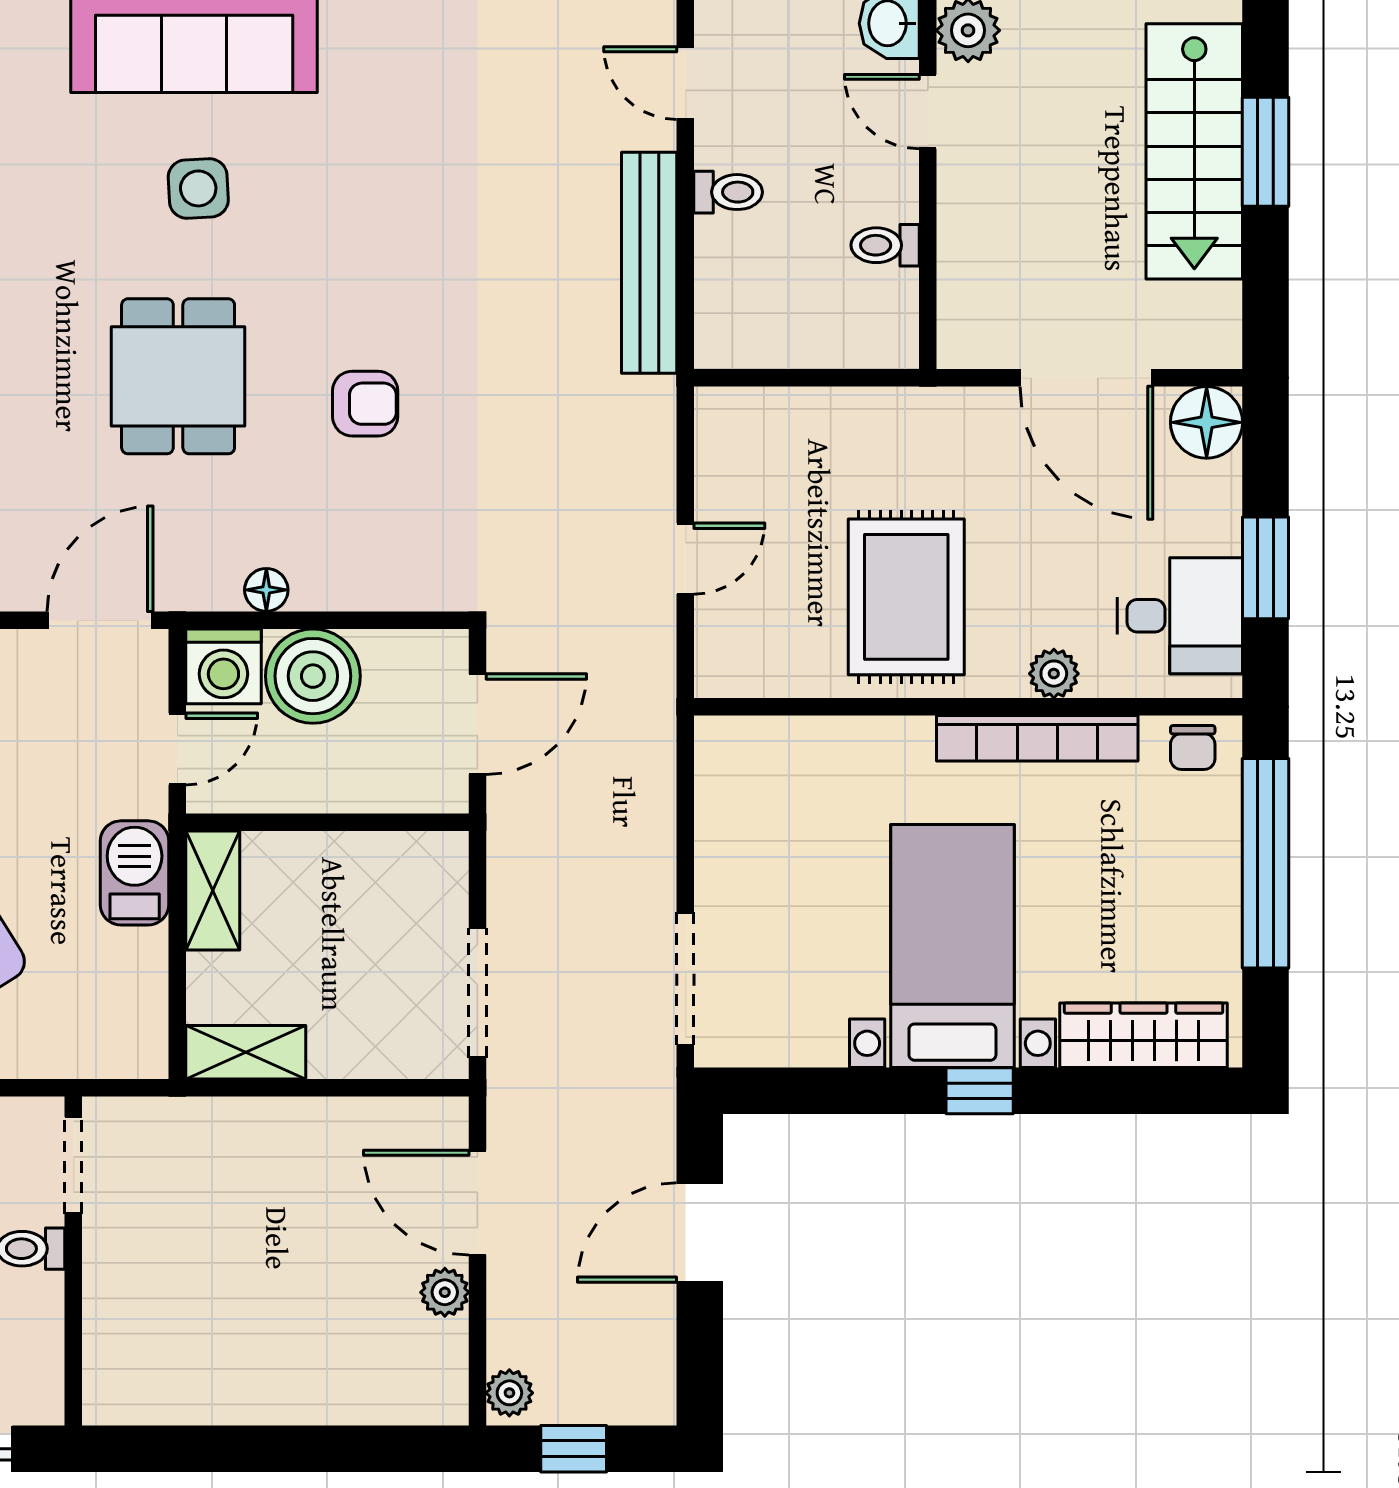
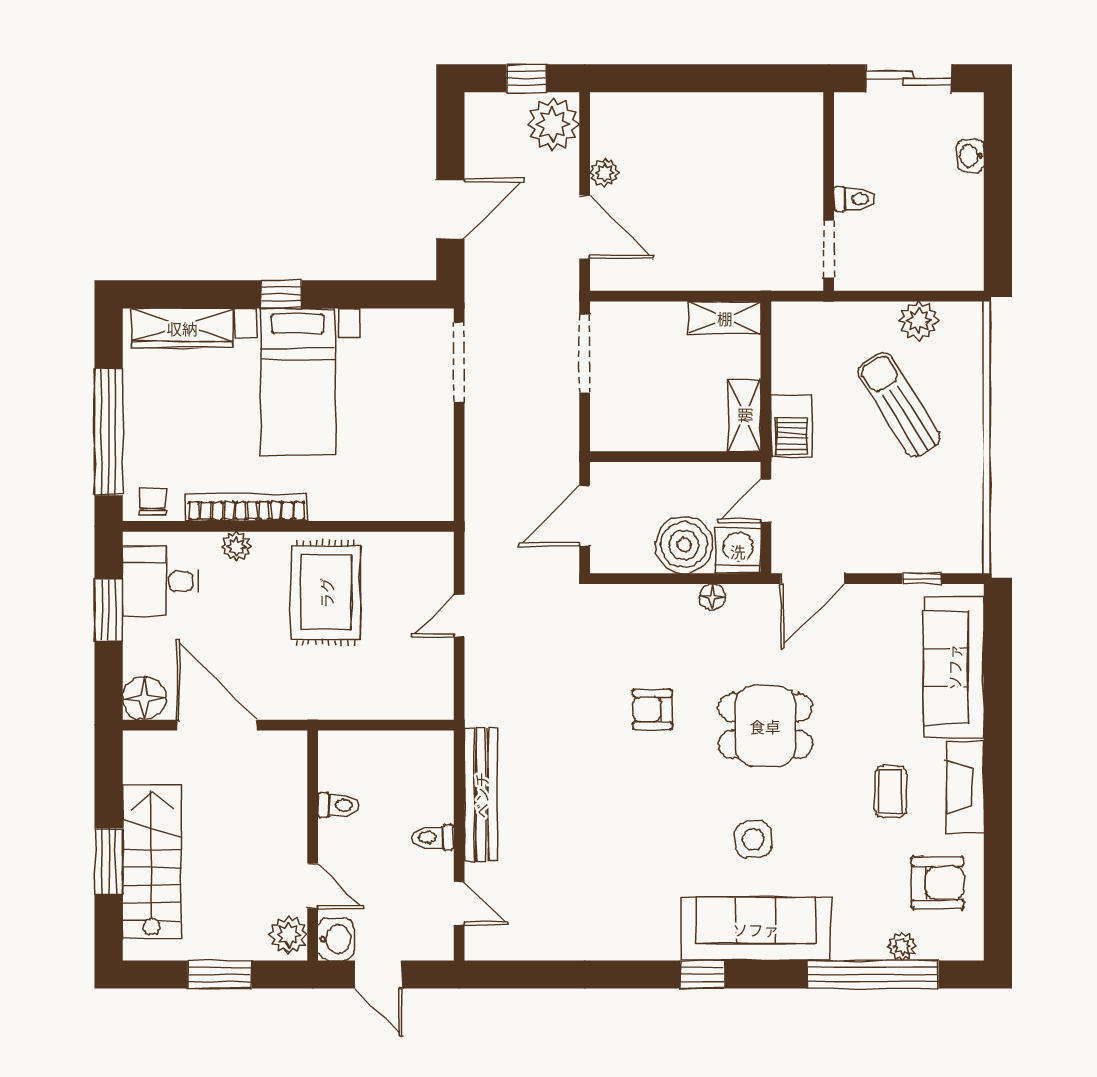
dining table: (178, 376) -> (765, 726), turned 90
plant: (509, 1393) -> (553, 124), width x1.88, depth x1.88

